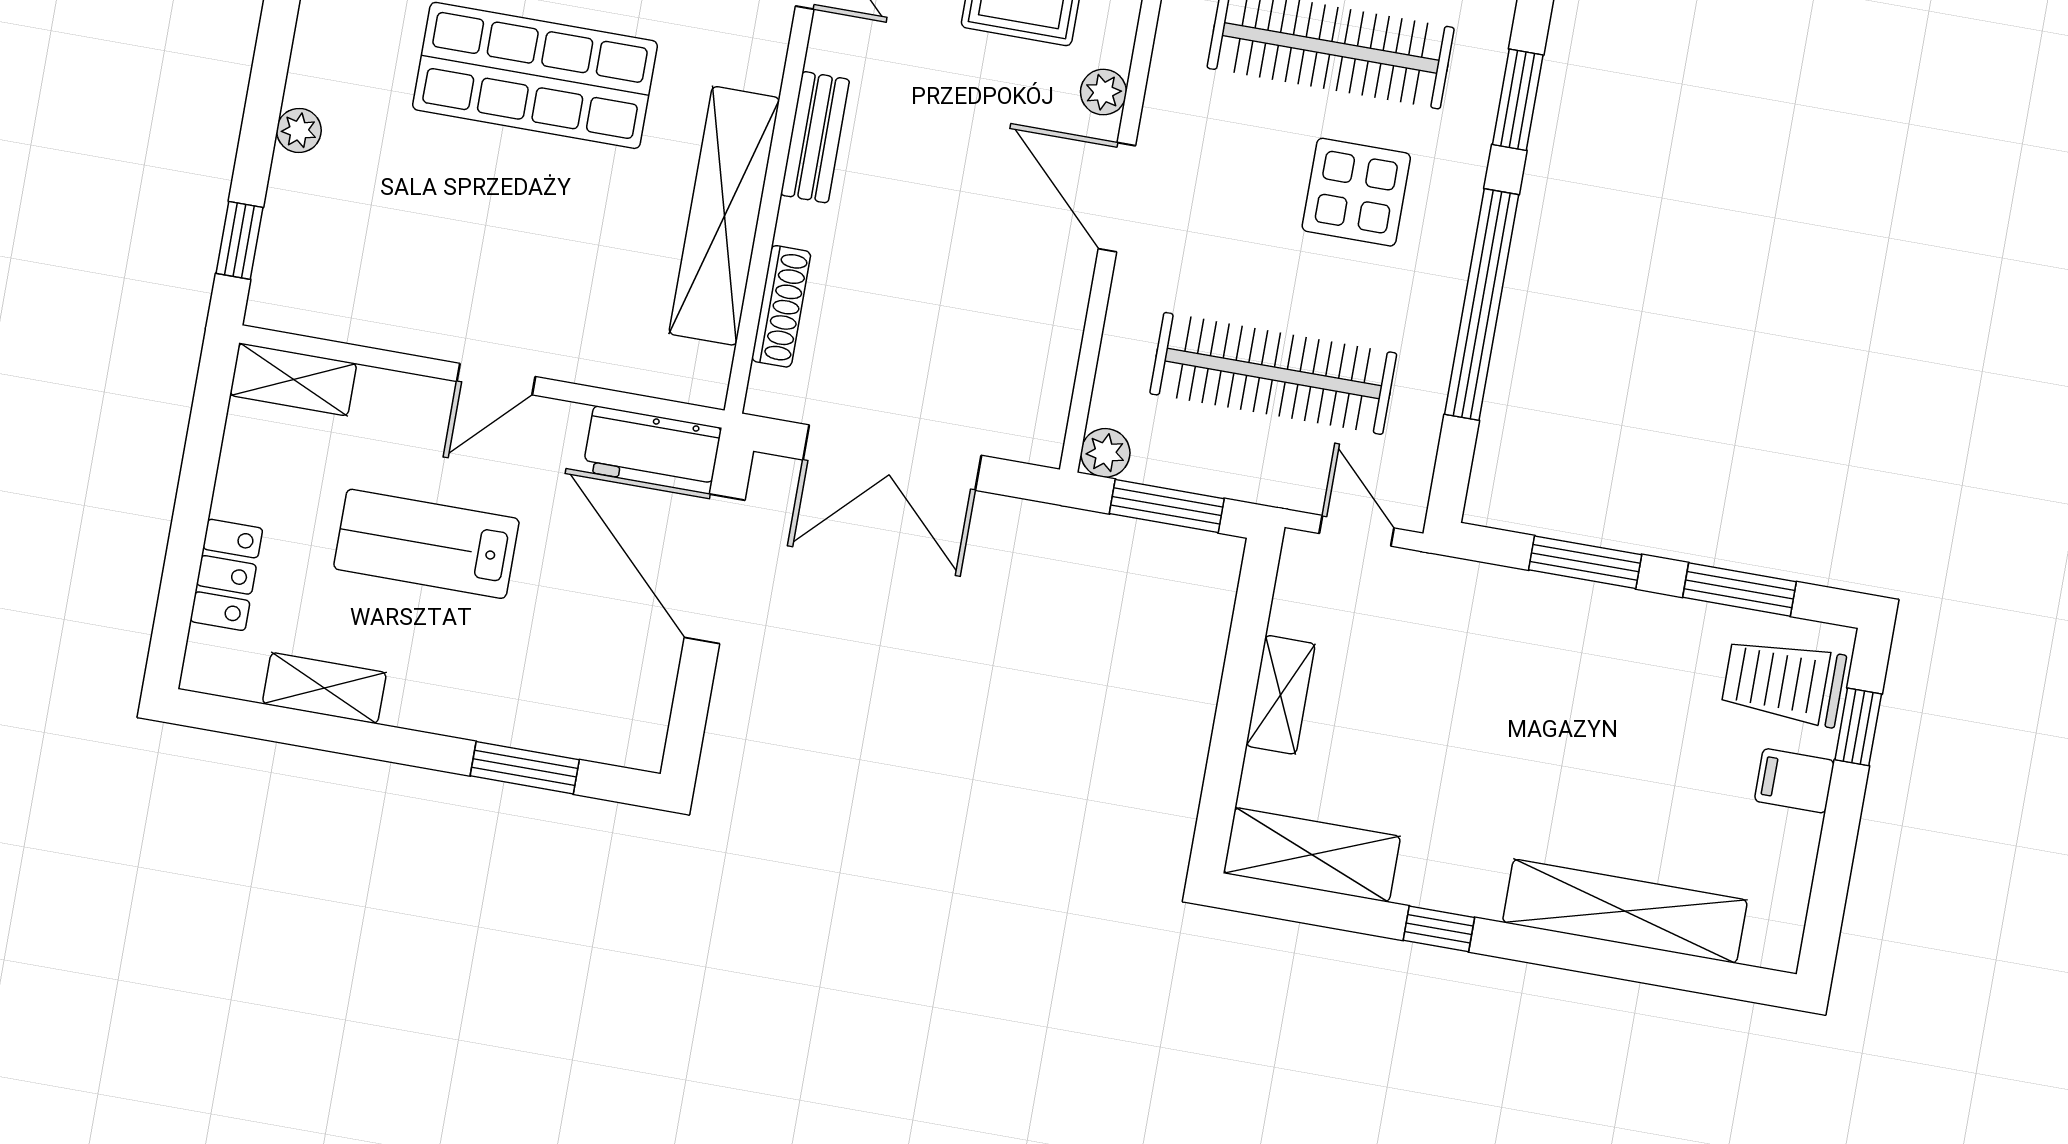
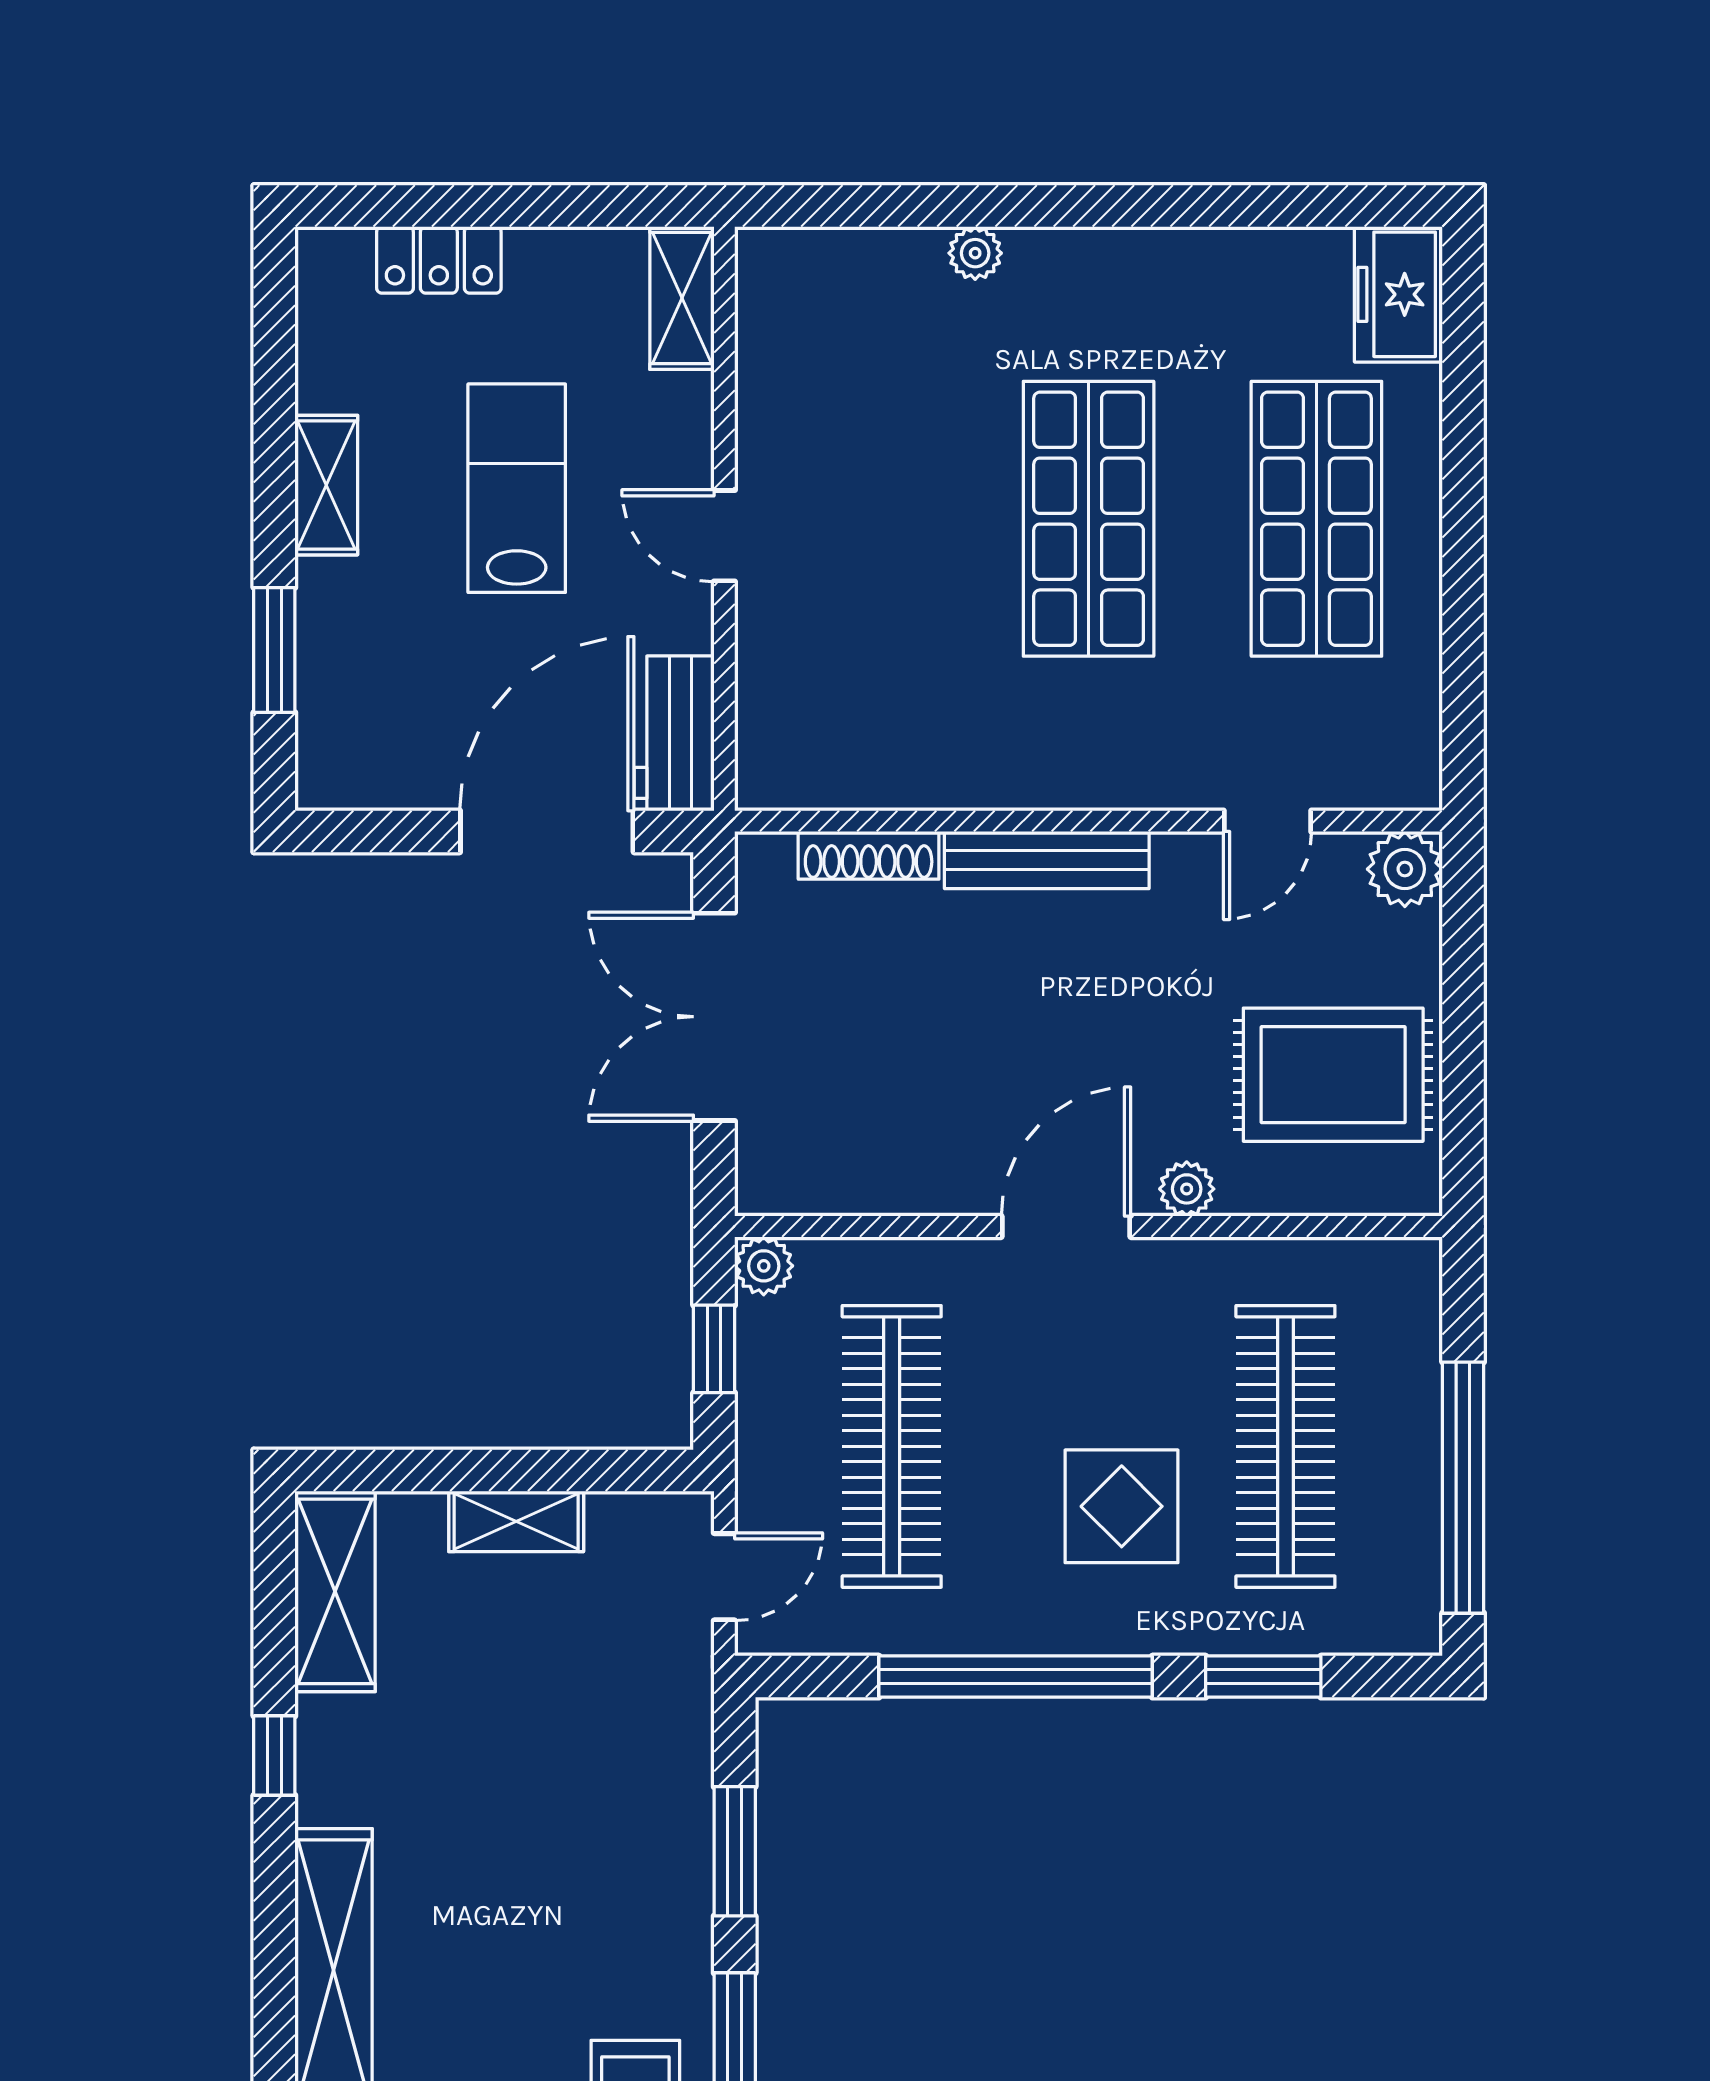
bench: (815, 137) -> (1047, 860), width x1.36
shelving: (724, 216) -> (963, 770), removed
window: (239, 240) -> (834, 206), removed
window: (1167, 506) -> (714, 1349), width x0.67
shelving: (324, 688) -> (326, 485), moved

